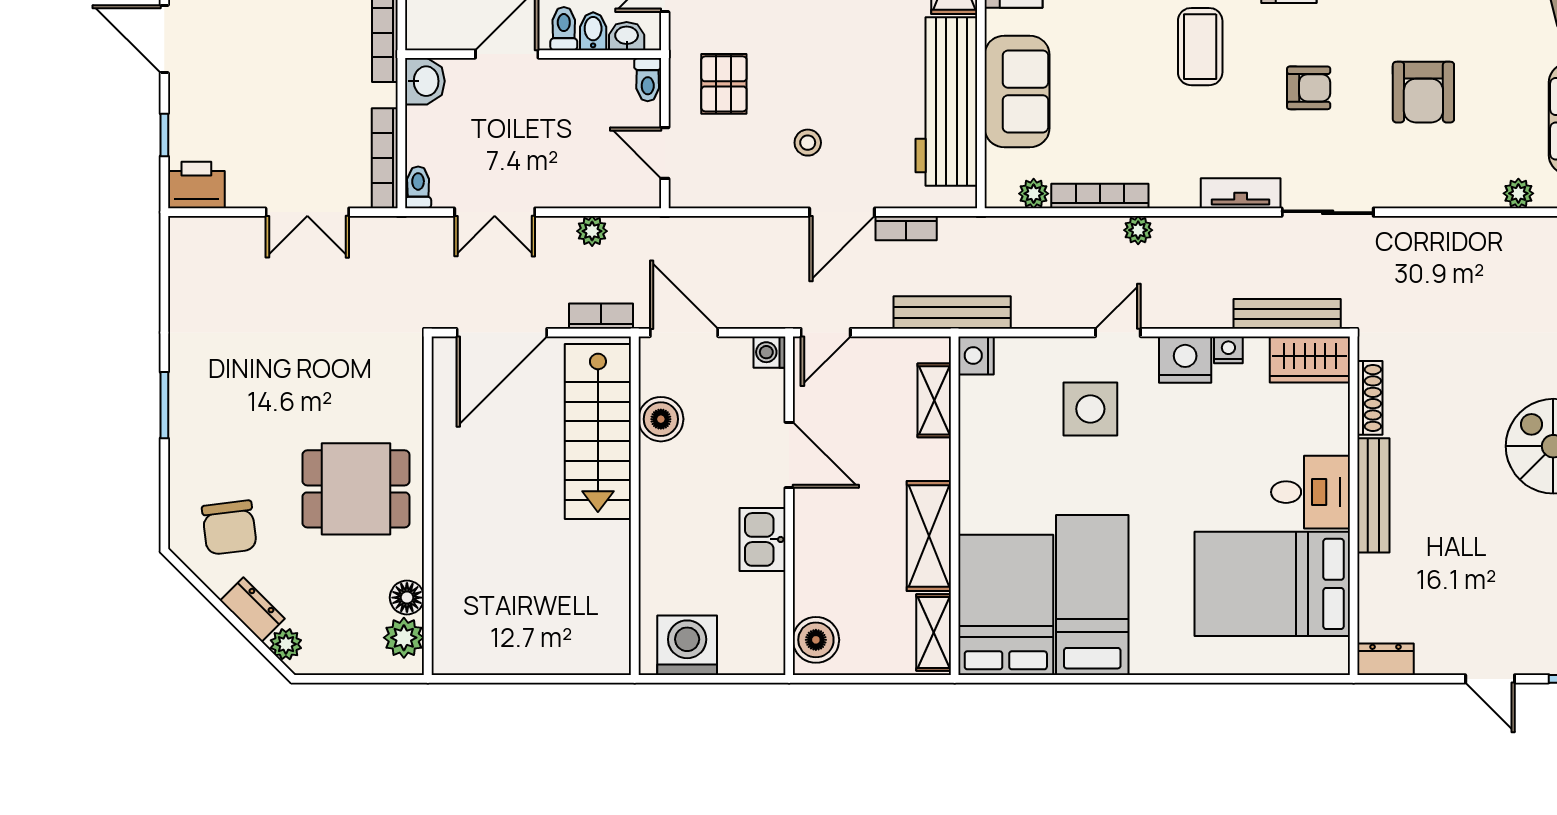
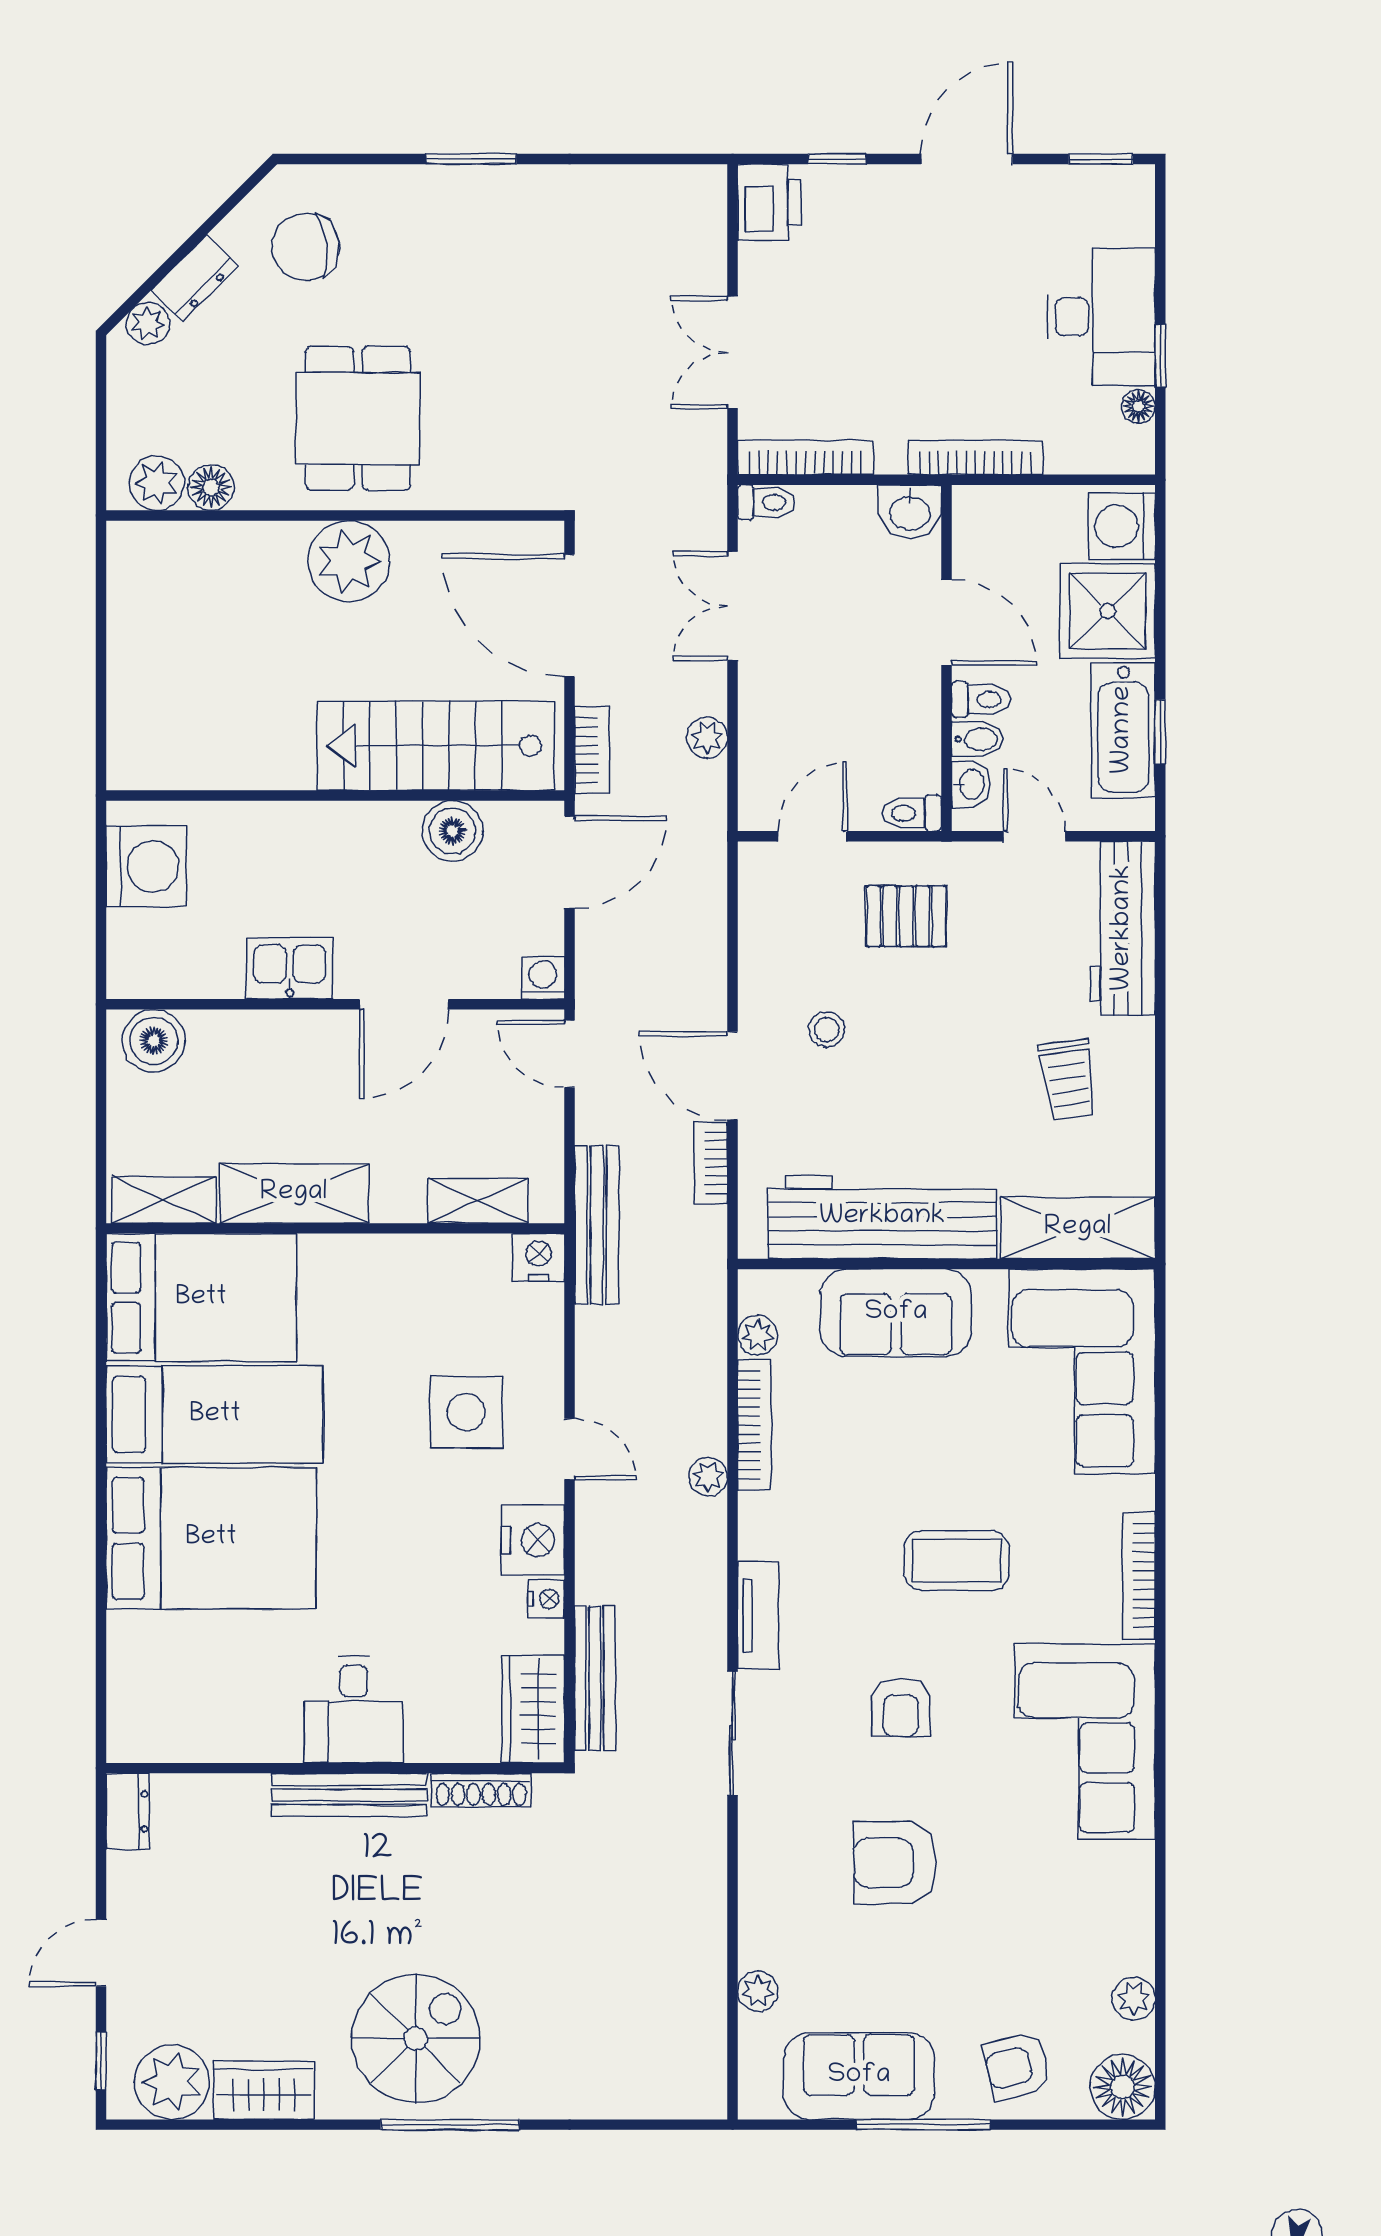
plant: (462, 496) -> (349, 561), added
bed: (1272, 584) -> (211, 1538), moved, turned 90

